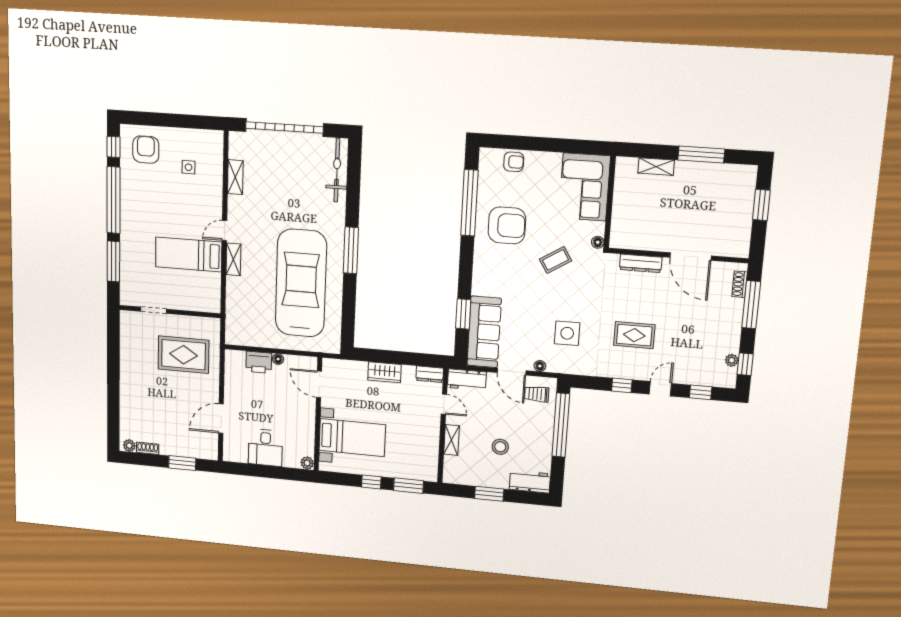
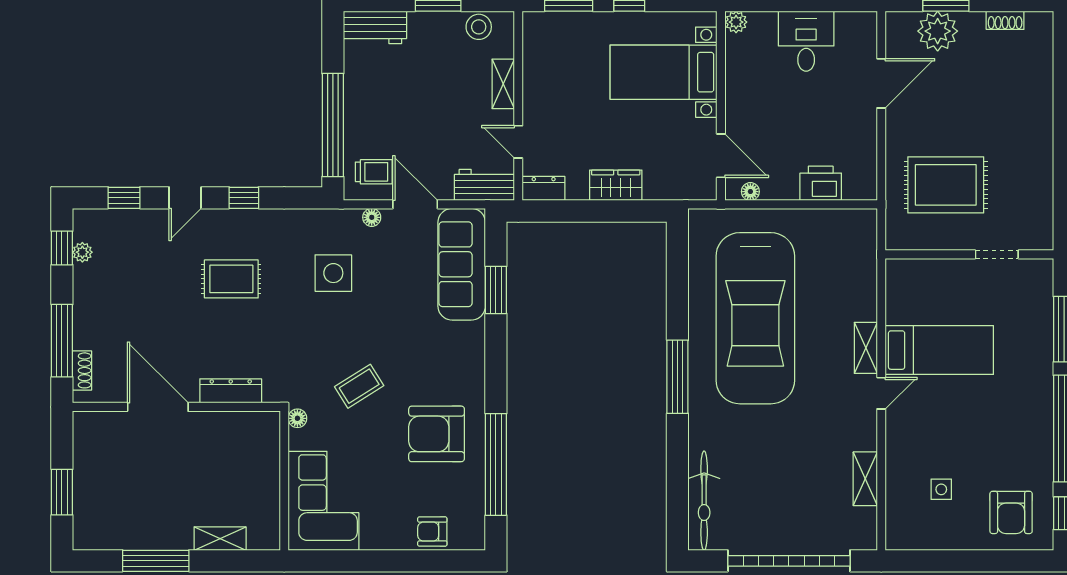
floor lamp: (278, 359) -> (750, 192), moved
plant: (129, 446) -> (938, 31), moved, width x1.88, depth x1.88
stool: (500, 447) -> (479, 27), moved

